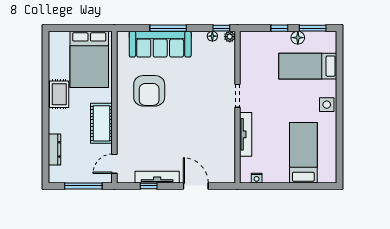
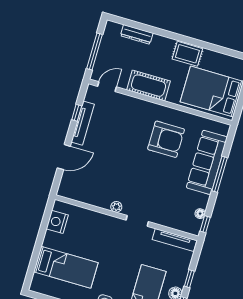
plant: (230, 37) -> (116, 207), moved
armchair: (149, 91) -> (166, 139), turned 180
tv unit: (246, 134) -> (175, 240), moved
door: (114, 164) -> (107, 87), hinge flipped
nightstand: (257, 178) -> (57, 222), width x1.89, depth x1.79

